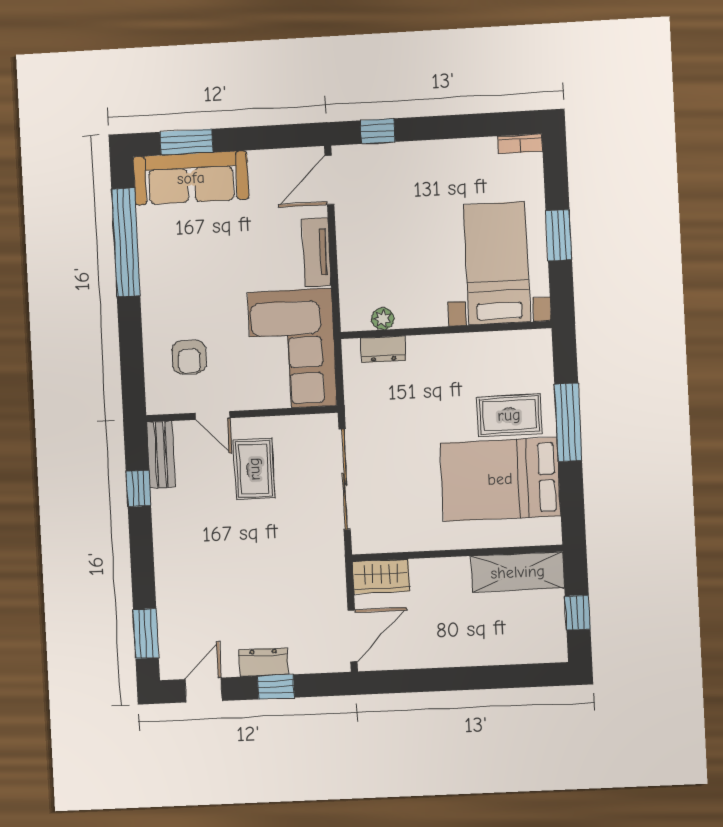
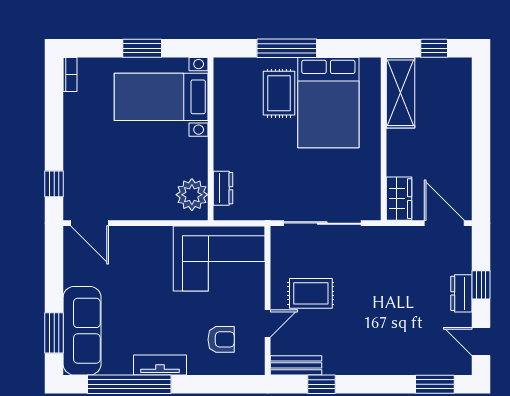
tv unit: (317, 252) -> (160, 365), moved, turned 180
plant: (383, 319) -> (192, 195), width x1.88, depth x1.88

